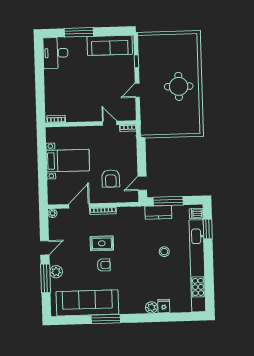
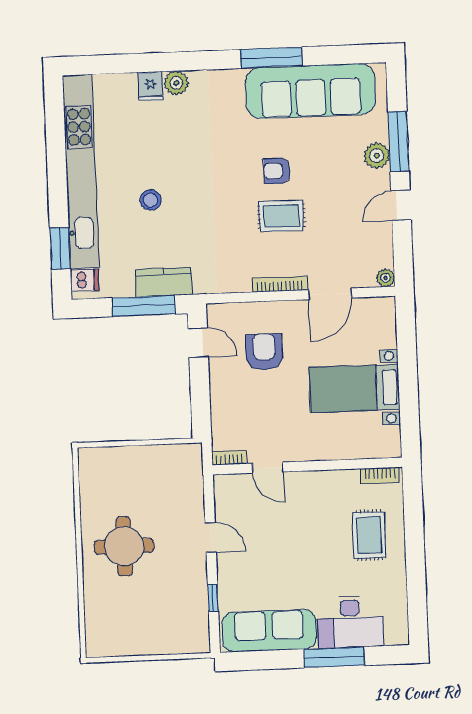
desk: (55, 53) -> (350, 622), moved, turned 90
rug: (62, 90) -> (369, 535), added
door: (137, 90) -> (211, 537), hinge flipped
door: (142, 183) -> (198, 343), hinge flipped

